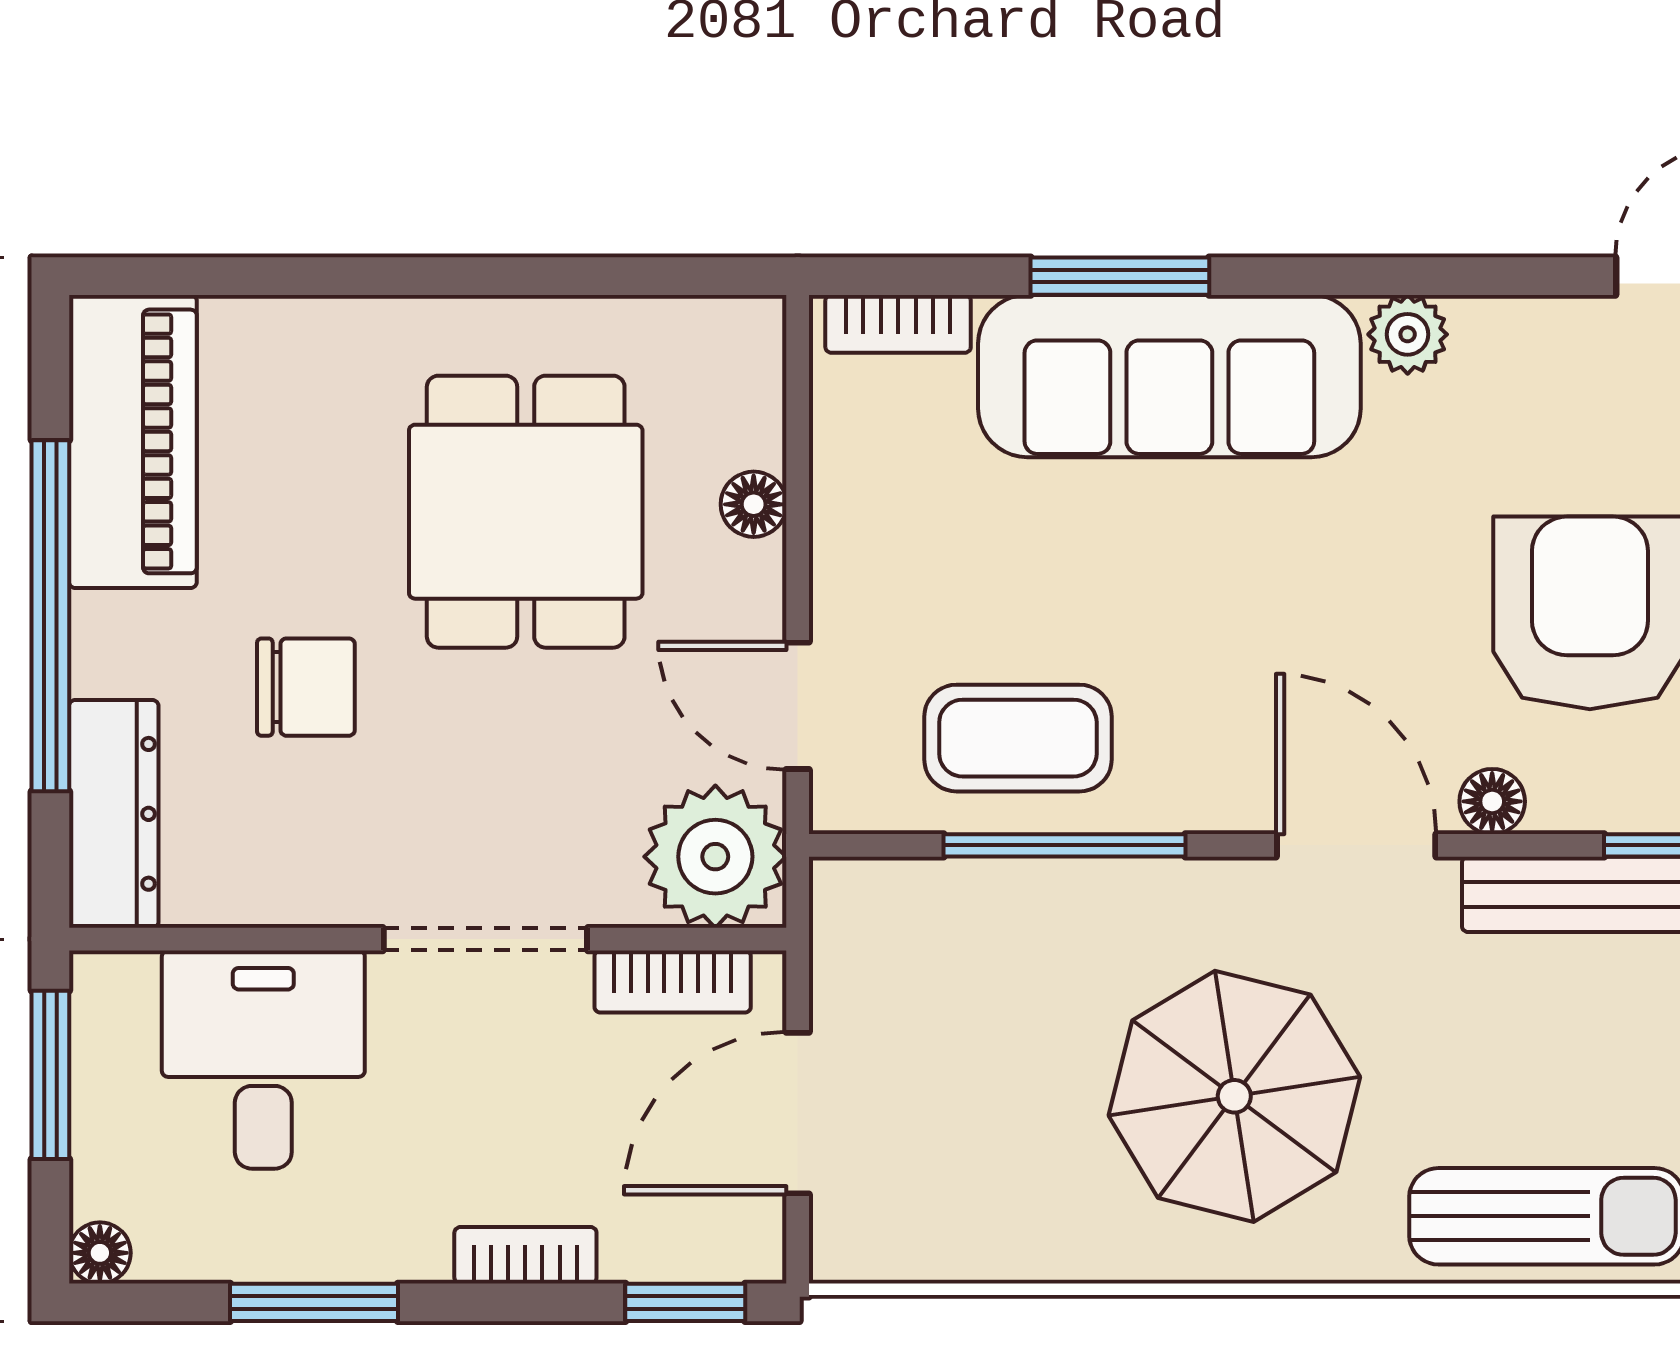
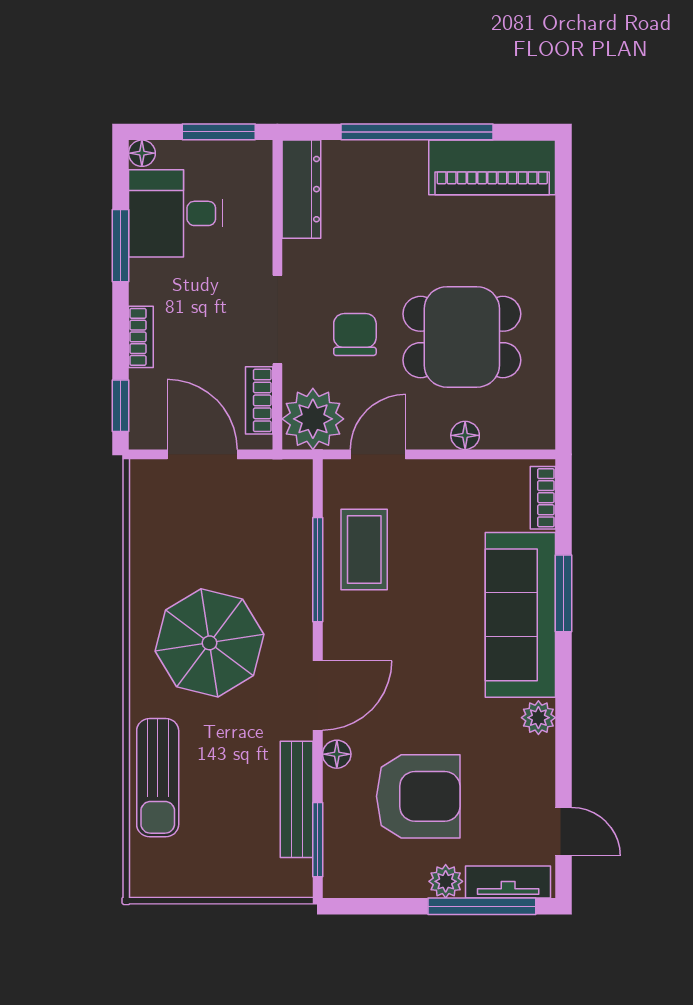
chair: (306, 687) -> (355, 334), moved, turned 180
dresser: (114, 814) -> (301, 189), moved, turned -90
desk: (263, 1060) -> (176, 213), moved, turned 180

